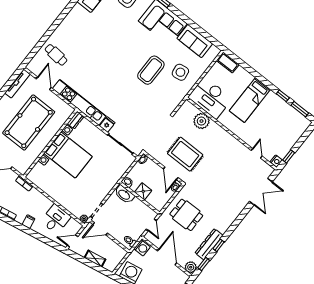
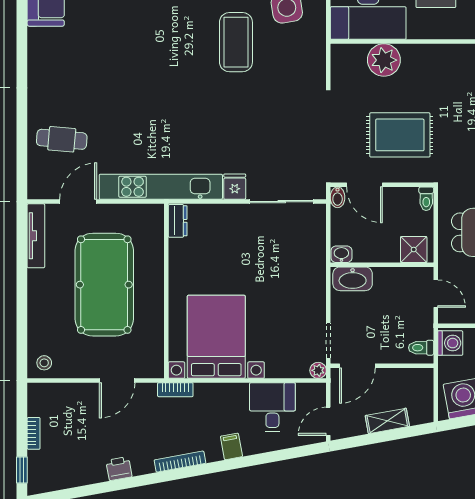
door: (44, 83) -> (78, 202), hinge flipped
bed with nightstands: (68, 155) -> (216, 337), moved, turned -90
door: (171, 173) -> (364, 185), moved
shower: (143, 191) -> (414, 250), moved

